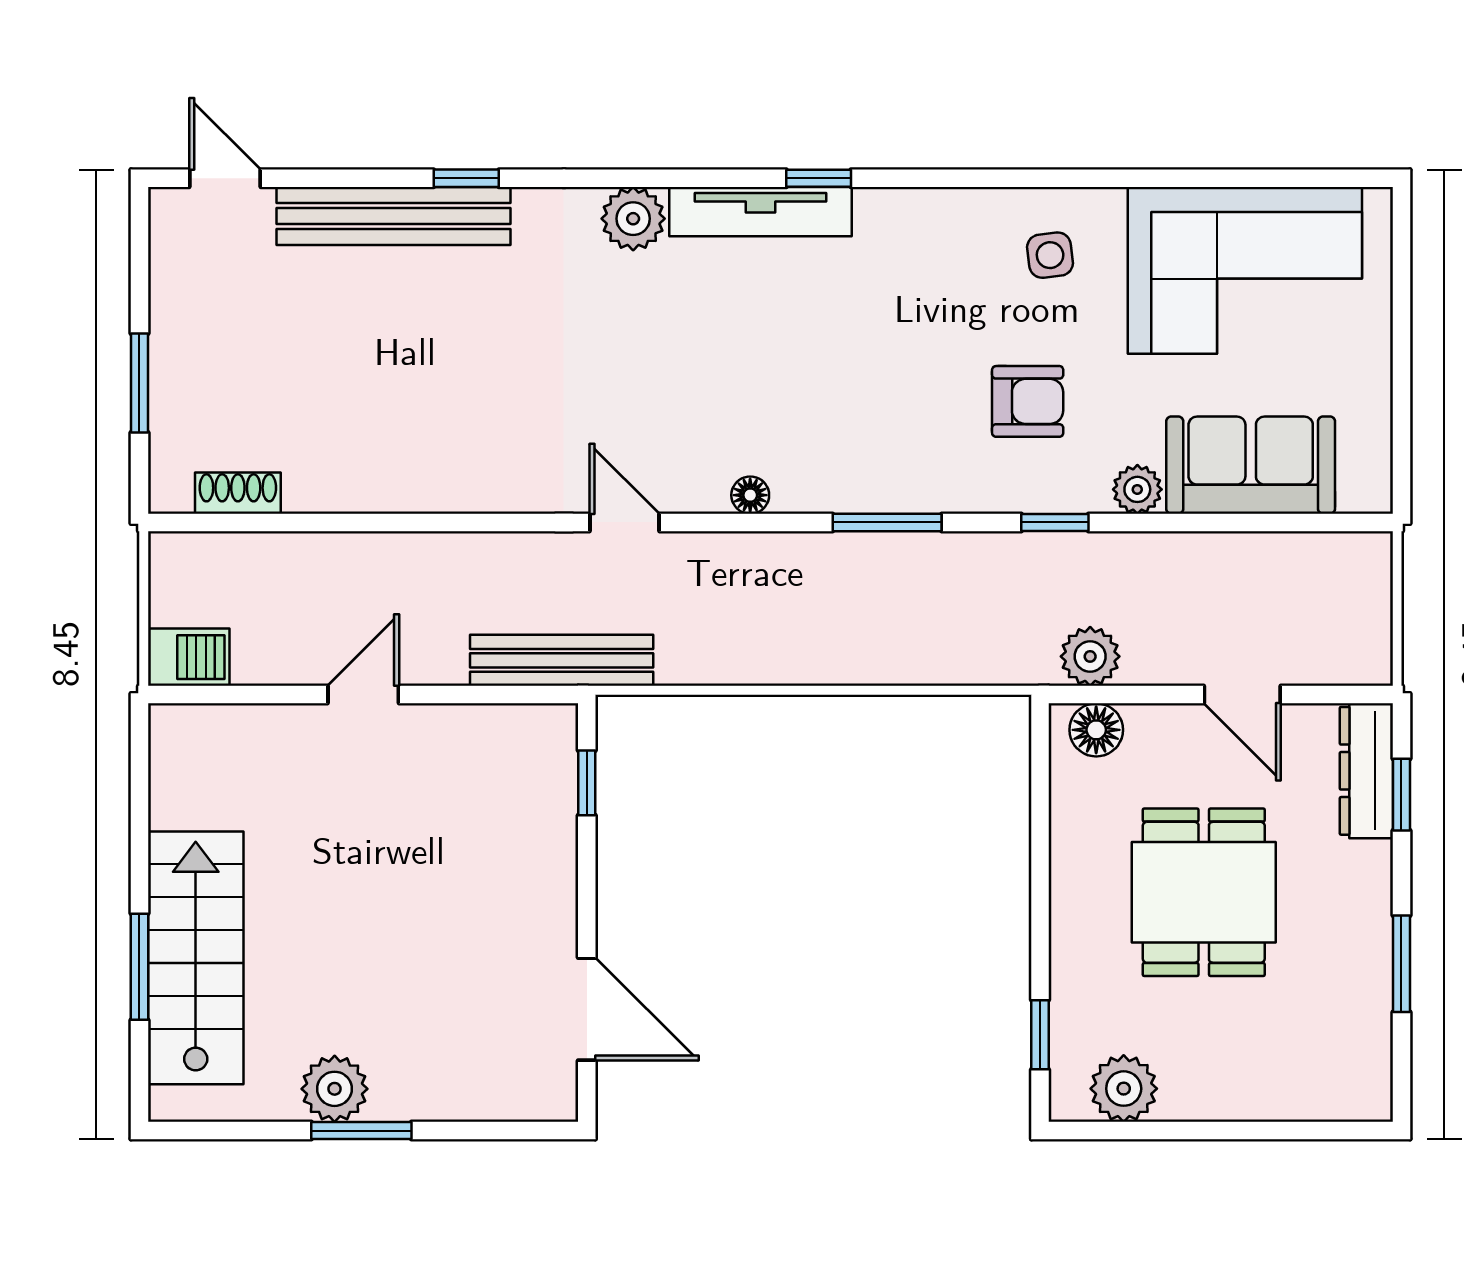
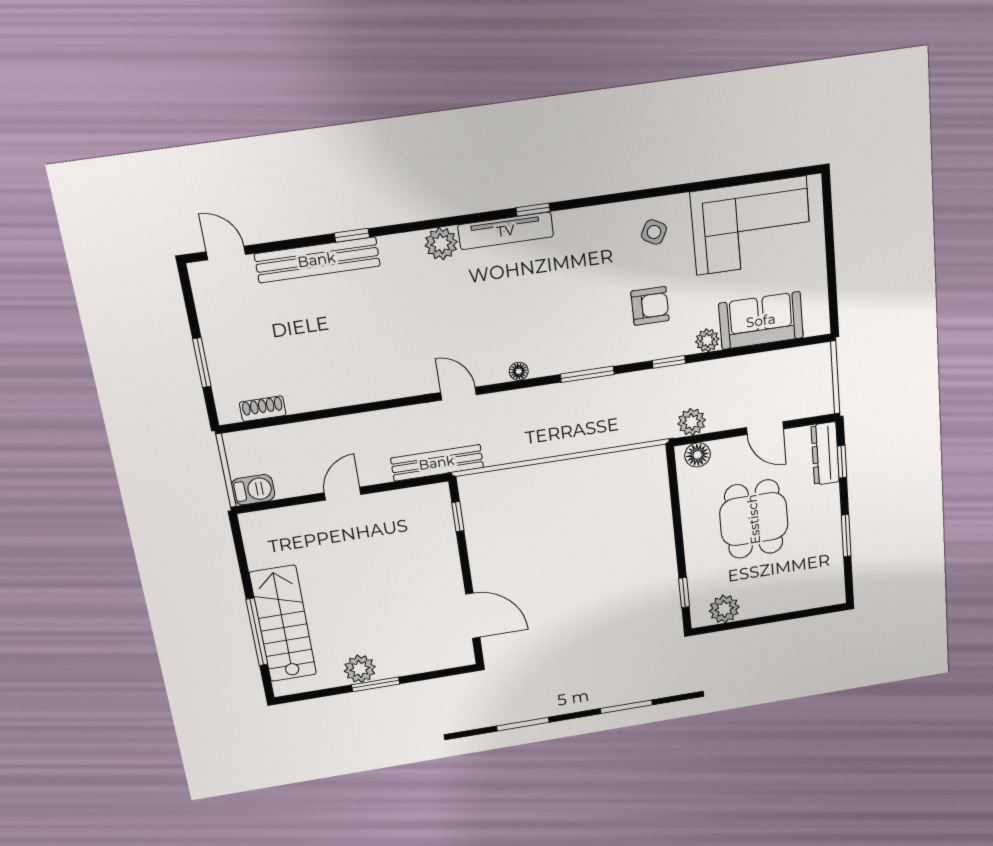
side table: (1050, 255) -> (654, 232), turned 35
window: (139, 967) -> (257, 632), width x1.44

